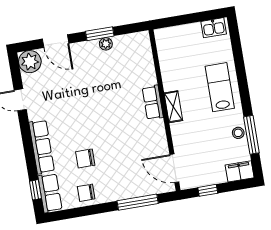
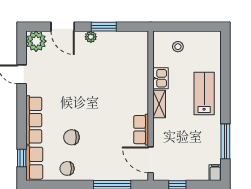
kitchen sink: (214, 28) -> (160, 78), moved, turned -90
plant: (106, 44) -> (91, 37), moved
row of seats: (153, 102) -> (141, 130), moved
stool: (238, 133) -> (178, 47), moved
filing cabinet: (240, 171) -> (215, 173), width x0.50

